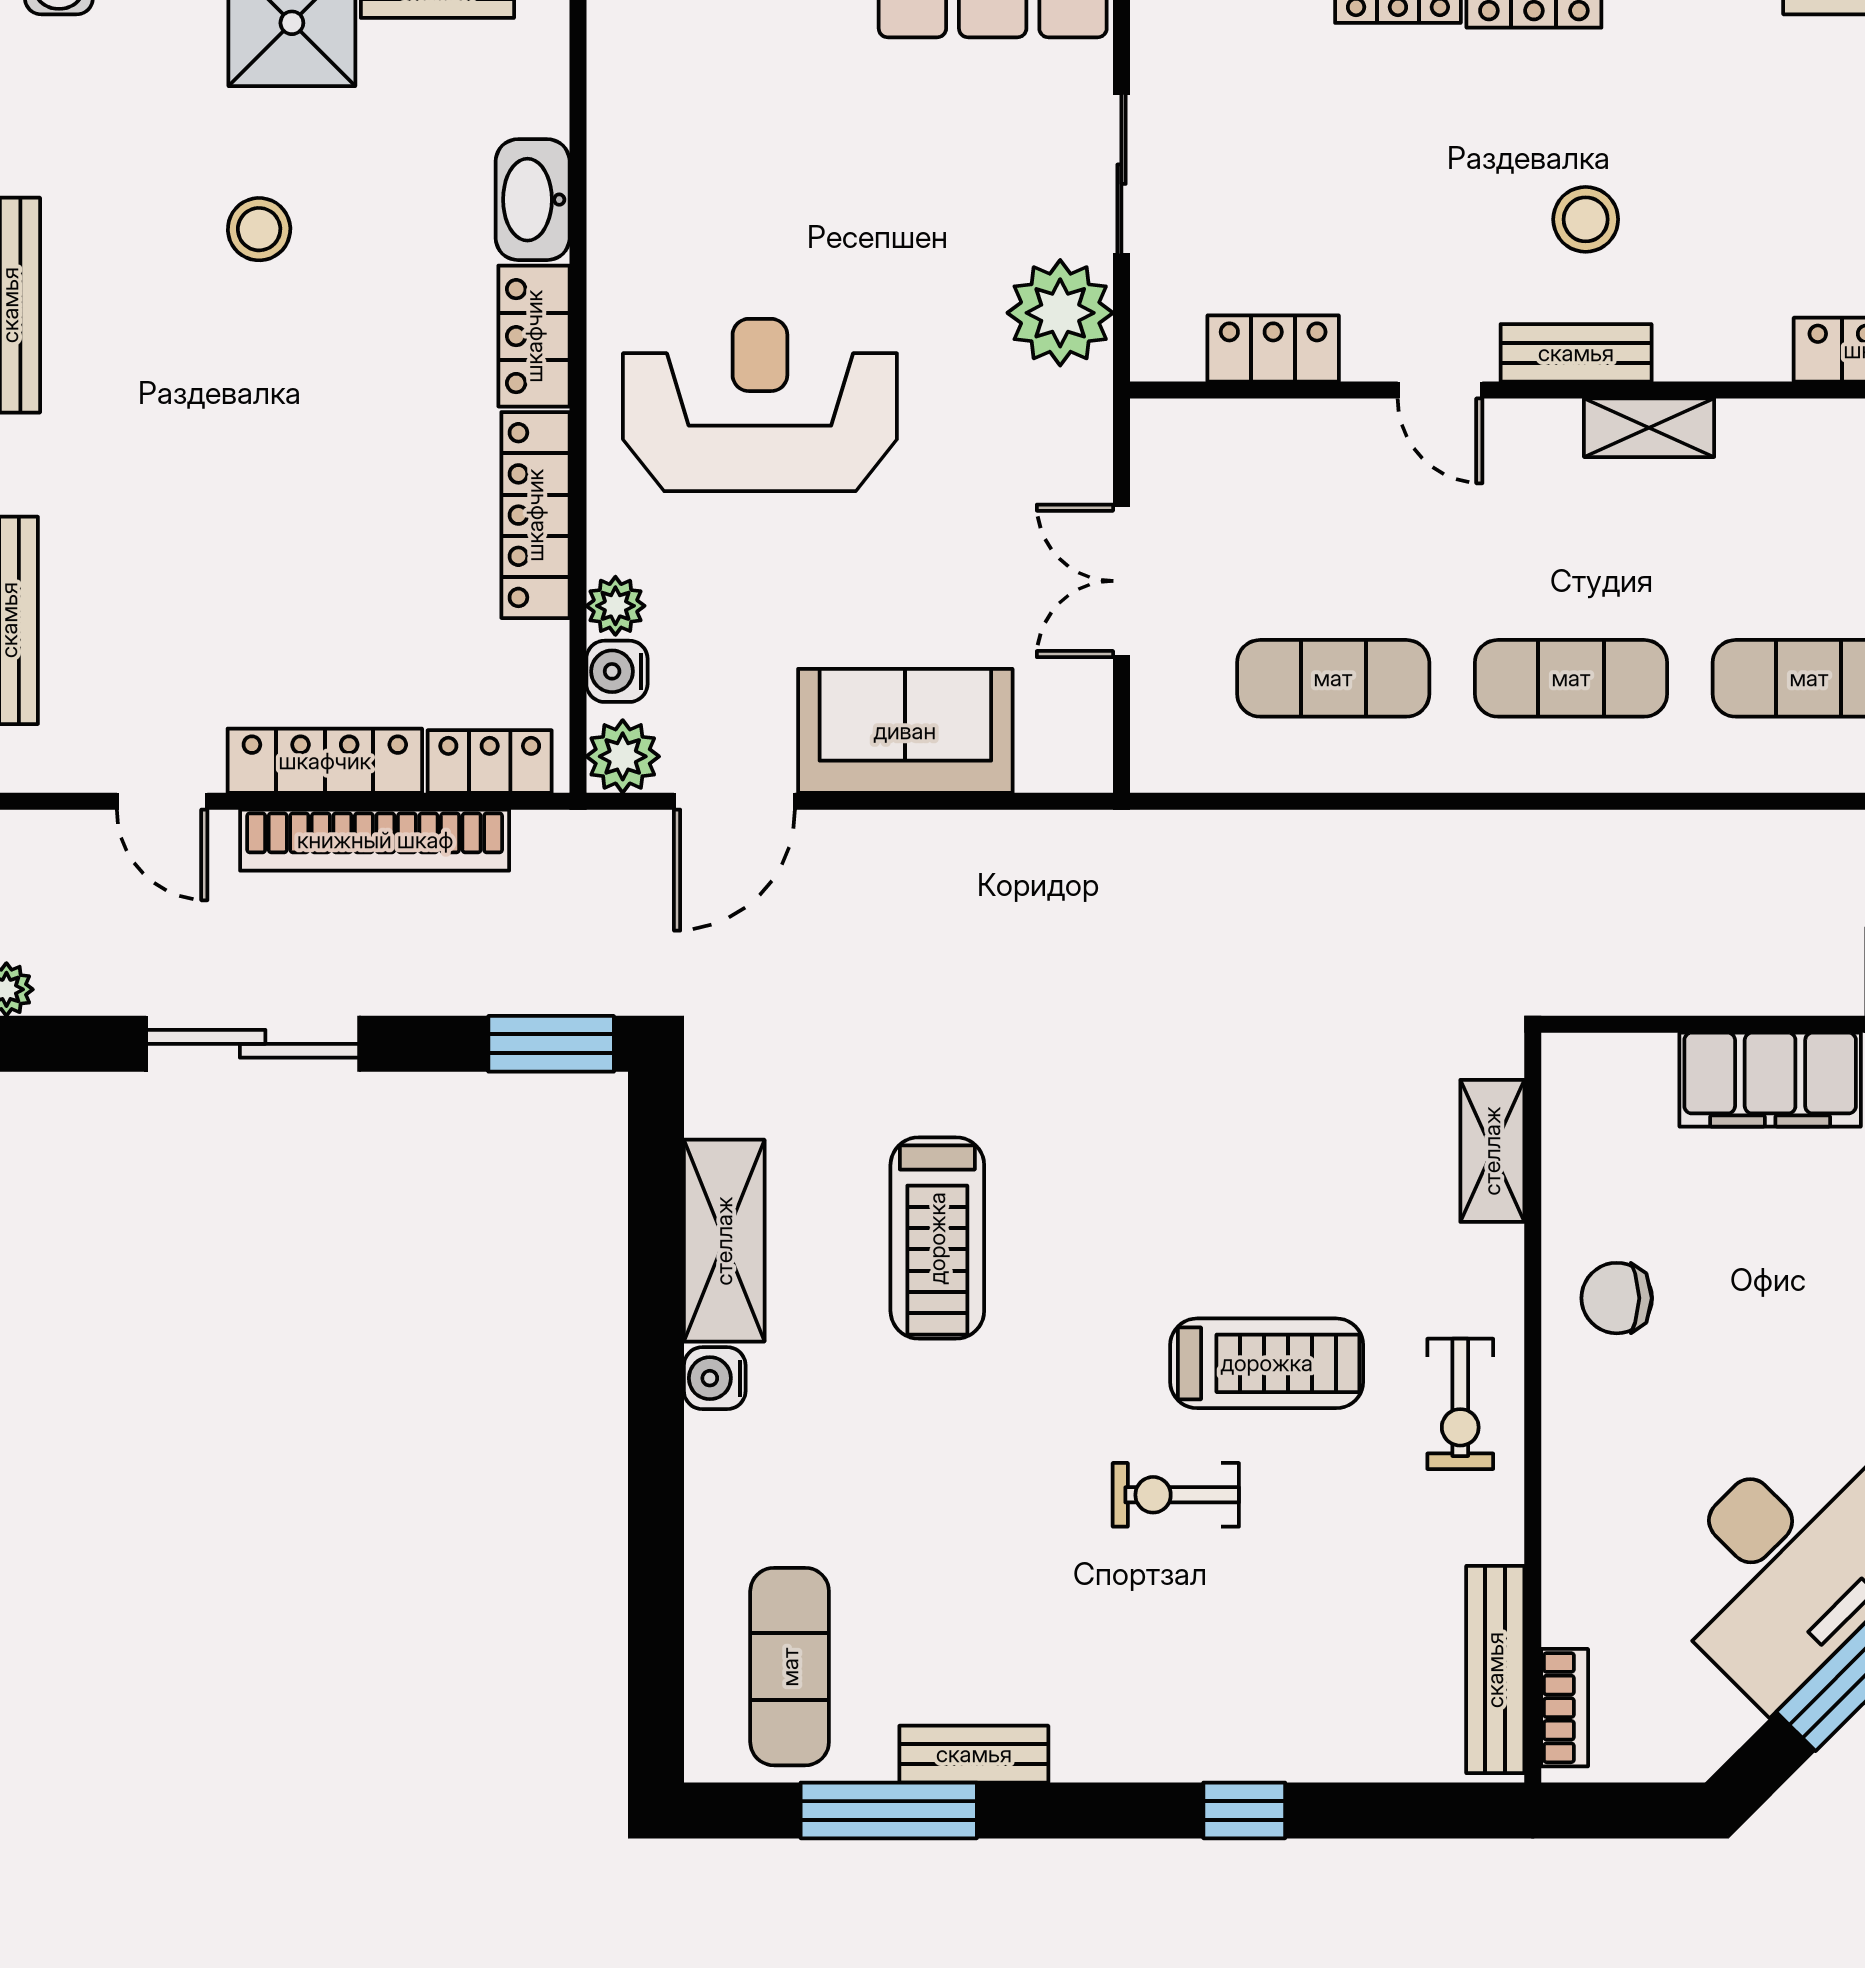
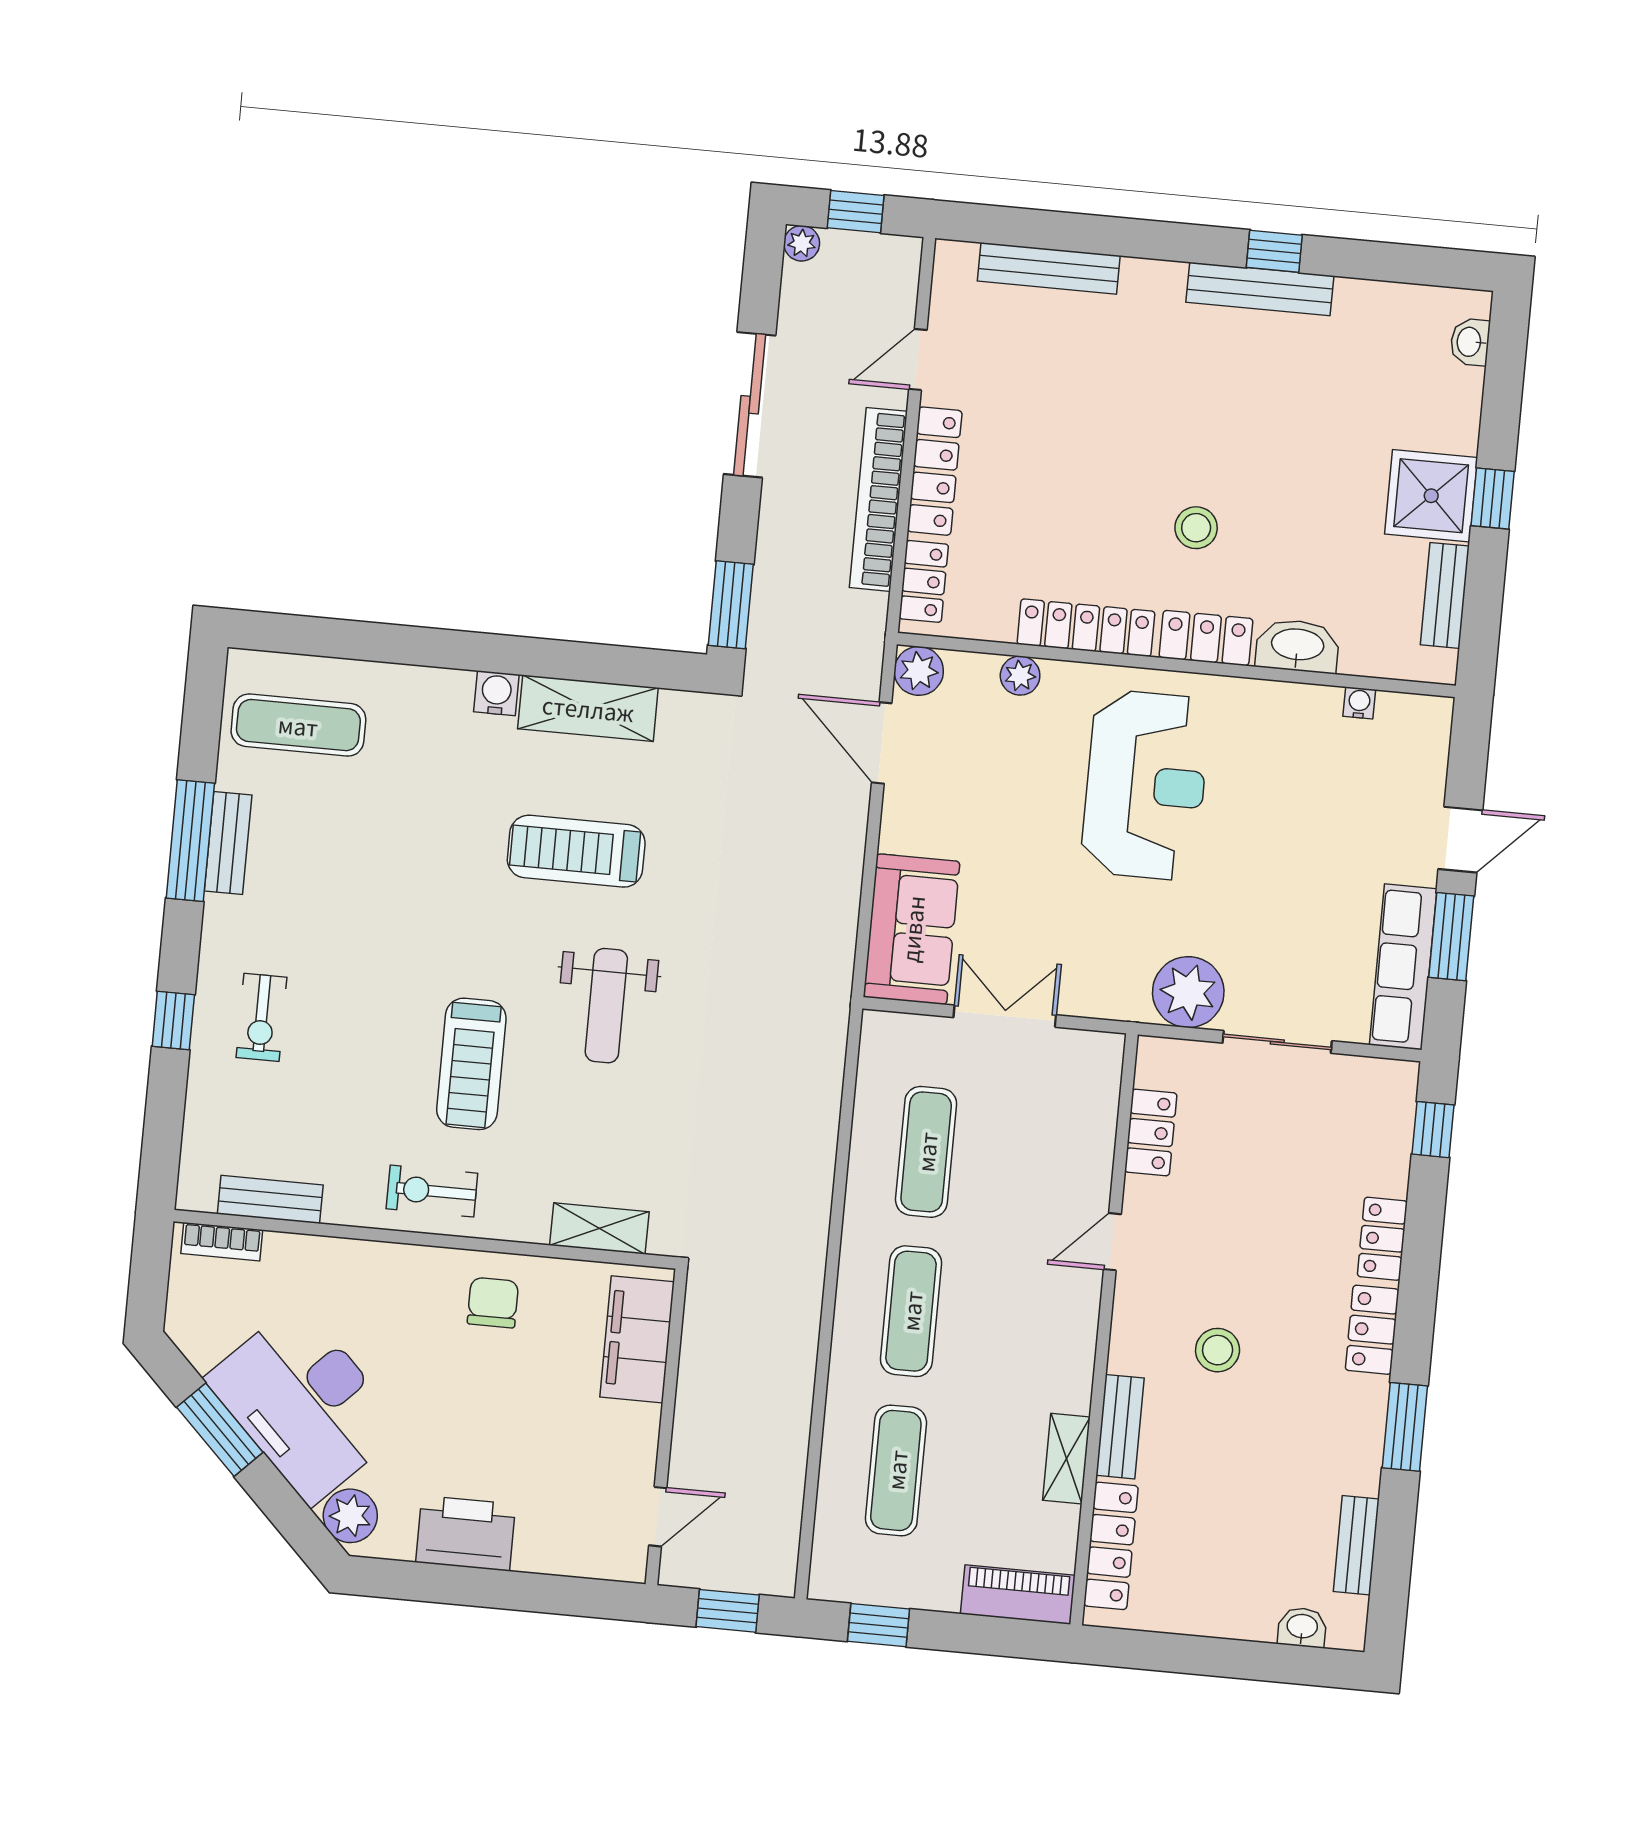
stool: (259, 229) -> (1196, 528), moved
bench: (1576, 353) -> (1120, 1427), moved
shelving: (1649, 428) -> (1066, 1459), moved
water cooler: (617, 671) -> (1359, 703), moved, width x0.72, depth x0.72
sofa: (905, 731) -> (912, 929), moved
filing cabinet: (1770, 1080) -> (637, 1339), moved
weight bench: (1162, 1172) -> (606, 1006), added
exercise bike: (1176, 1495) -> (261, 1017), moved, turned 180
bench: (1495, 1670) -> (270, 1199), width x0.73
window: (889, 1810) -> (190, 841), moved

